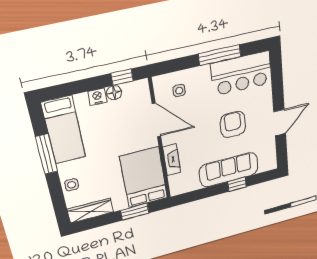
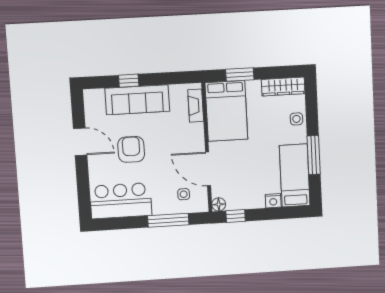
window: (220, 55) -> (168, 220), moved
floor lamp: (114, 93) -> (219, 204), moved
nightstand: (97, 97) -> (273, 201), moved
door: (280, 123) -> (80, 142), swing flipped
armchair: (233, 125) -> (131, 149), turned 180
fireplace: (172, 160) -> (196, 106), moved

